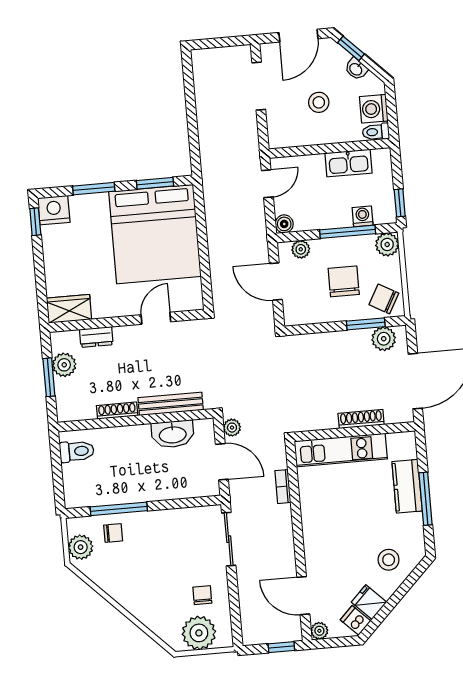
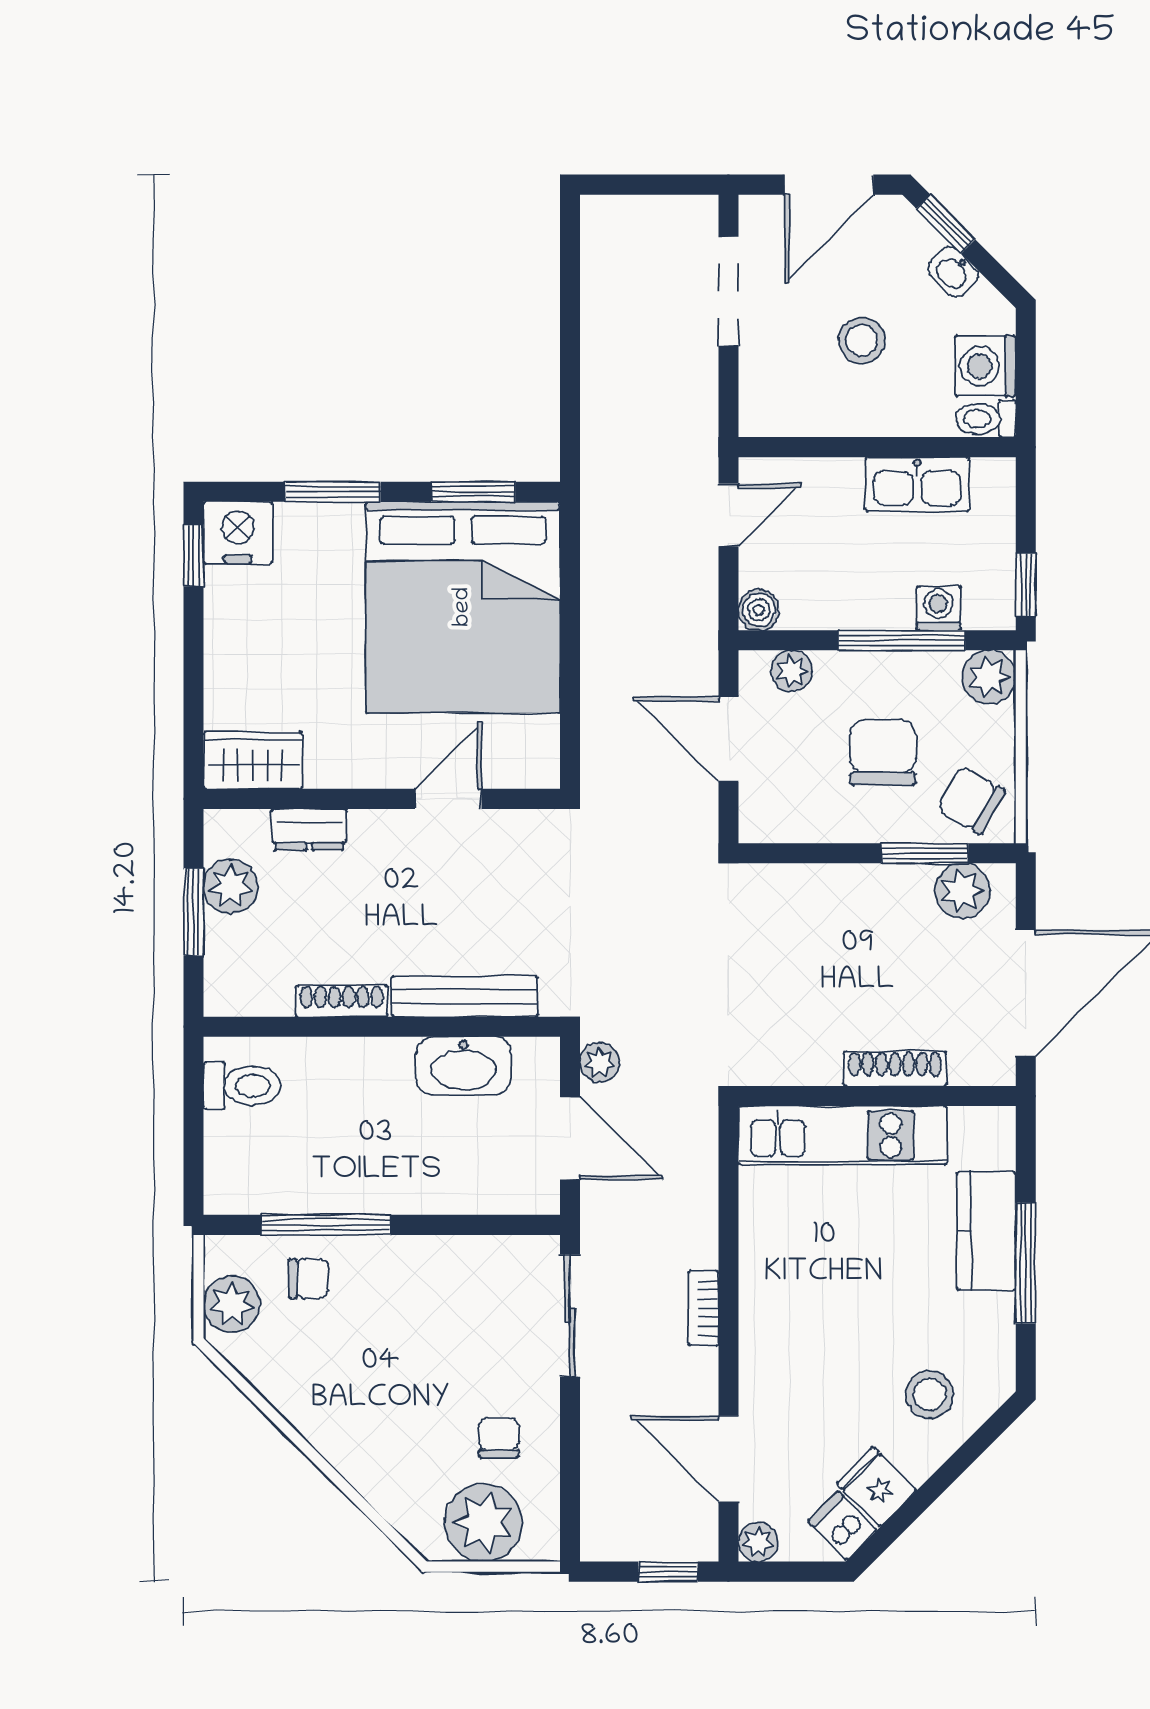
bookcase: (283, 487) -> (704, 1308), moved

